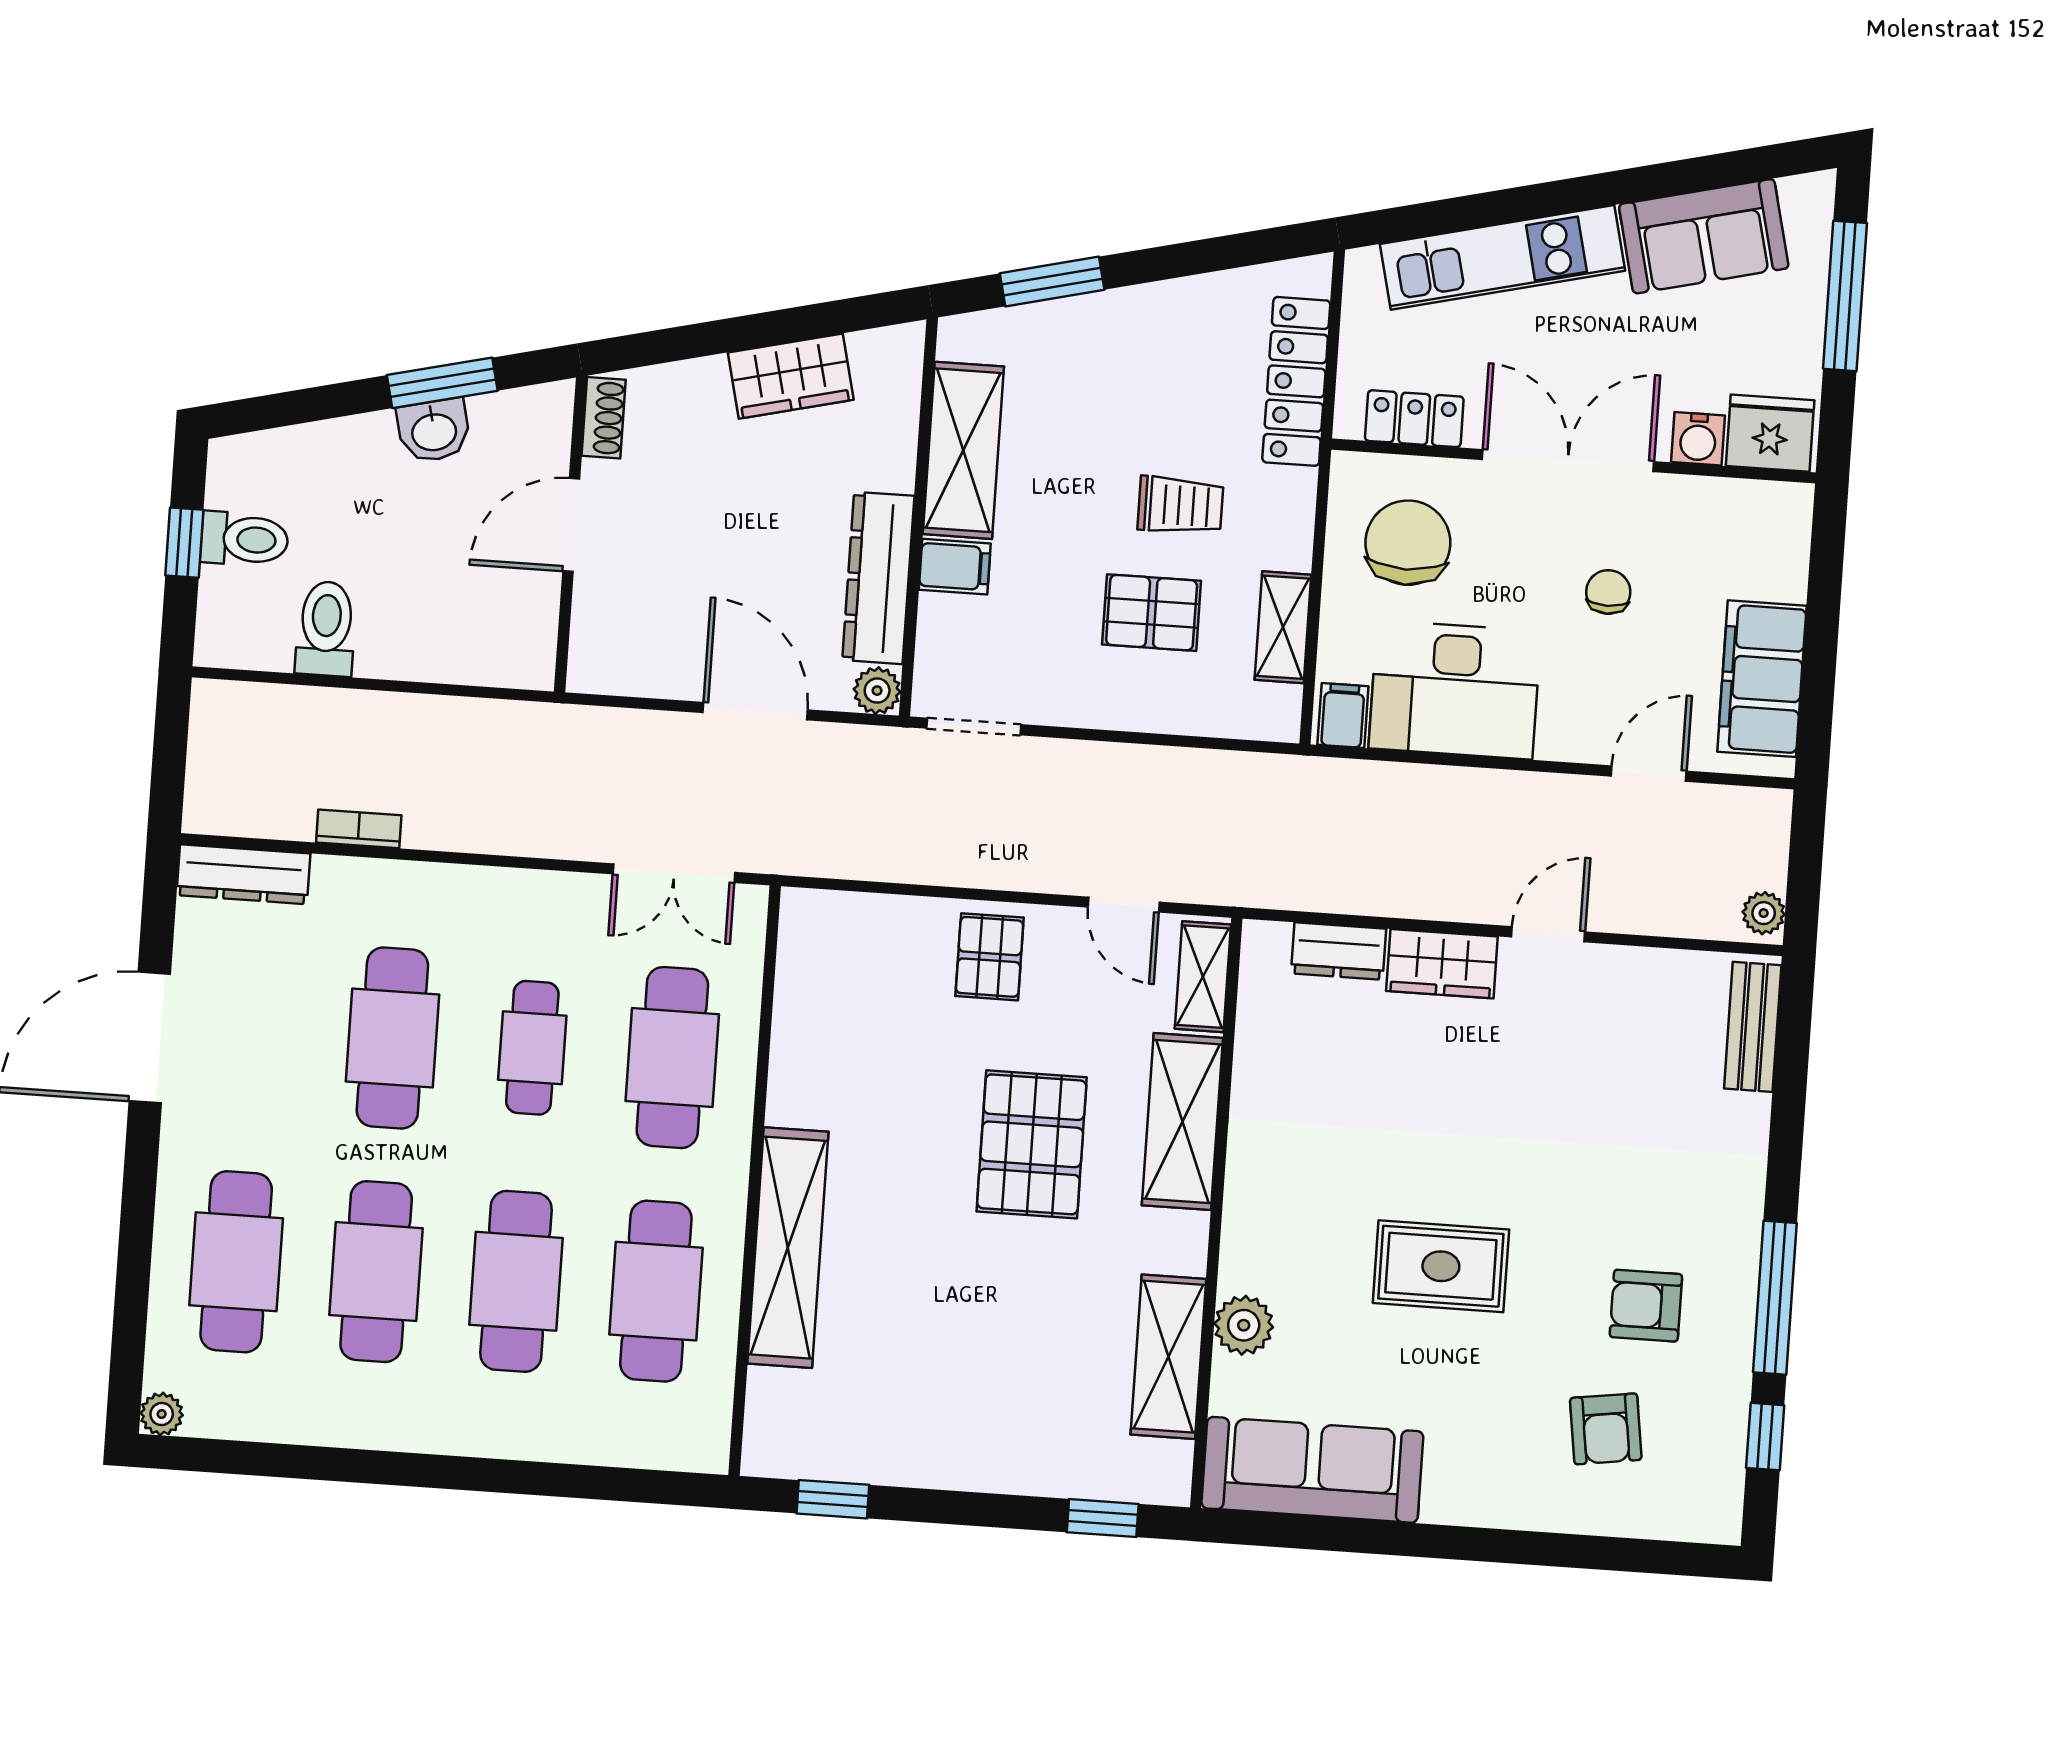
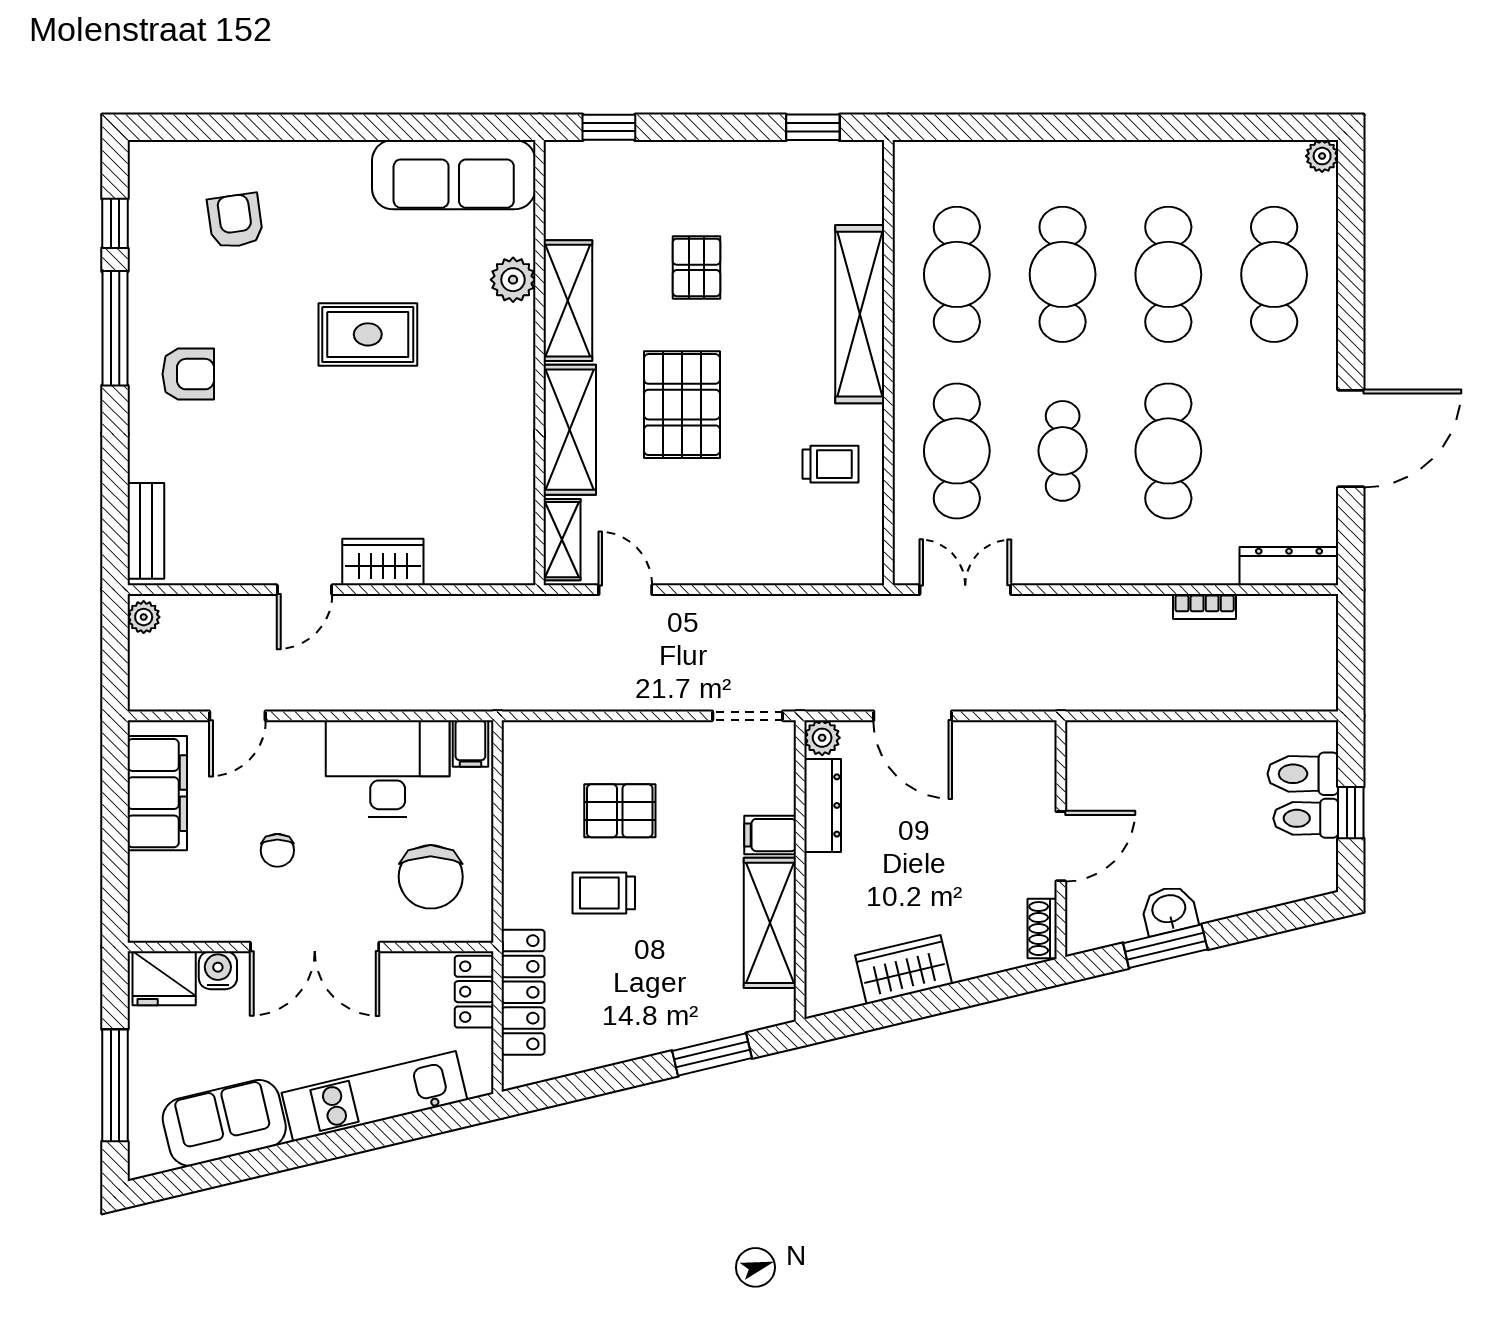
locker: (1414, 419) -> (474, 992), moved, turned 90
dresser: (878, 578) -> (823, 805), width x0.73, depth x0.80
shelving: (1283, 627) -> (520, 807), removed
toilet: (326, 629) -> (1303, 774), moved, turned 90
dresser: (1339, 951) -> (461, 566), removed
pallet: (990, 957) -> (696, 267), moved
trolley: (841, 1052) -> (831, 464), added
armchair: (1646, 1306) -> (188, 374), moved
shelving: (1168, 1357) -> (568, 301), moved

